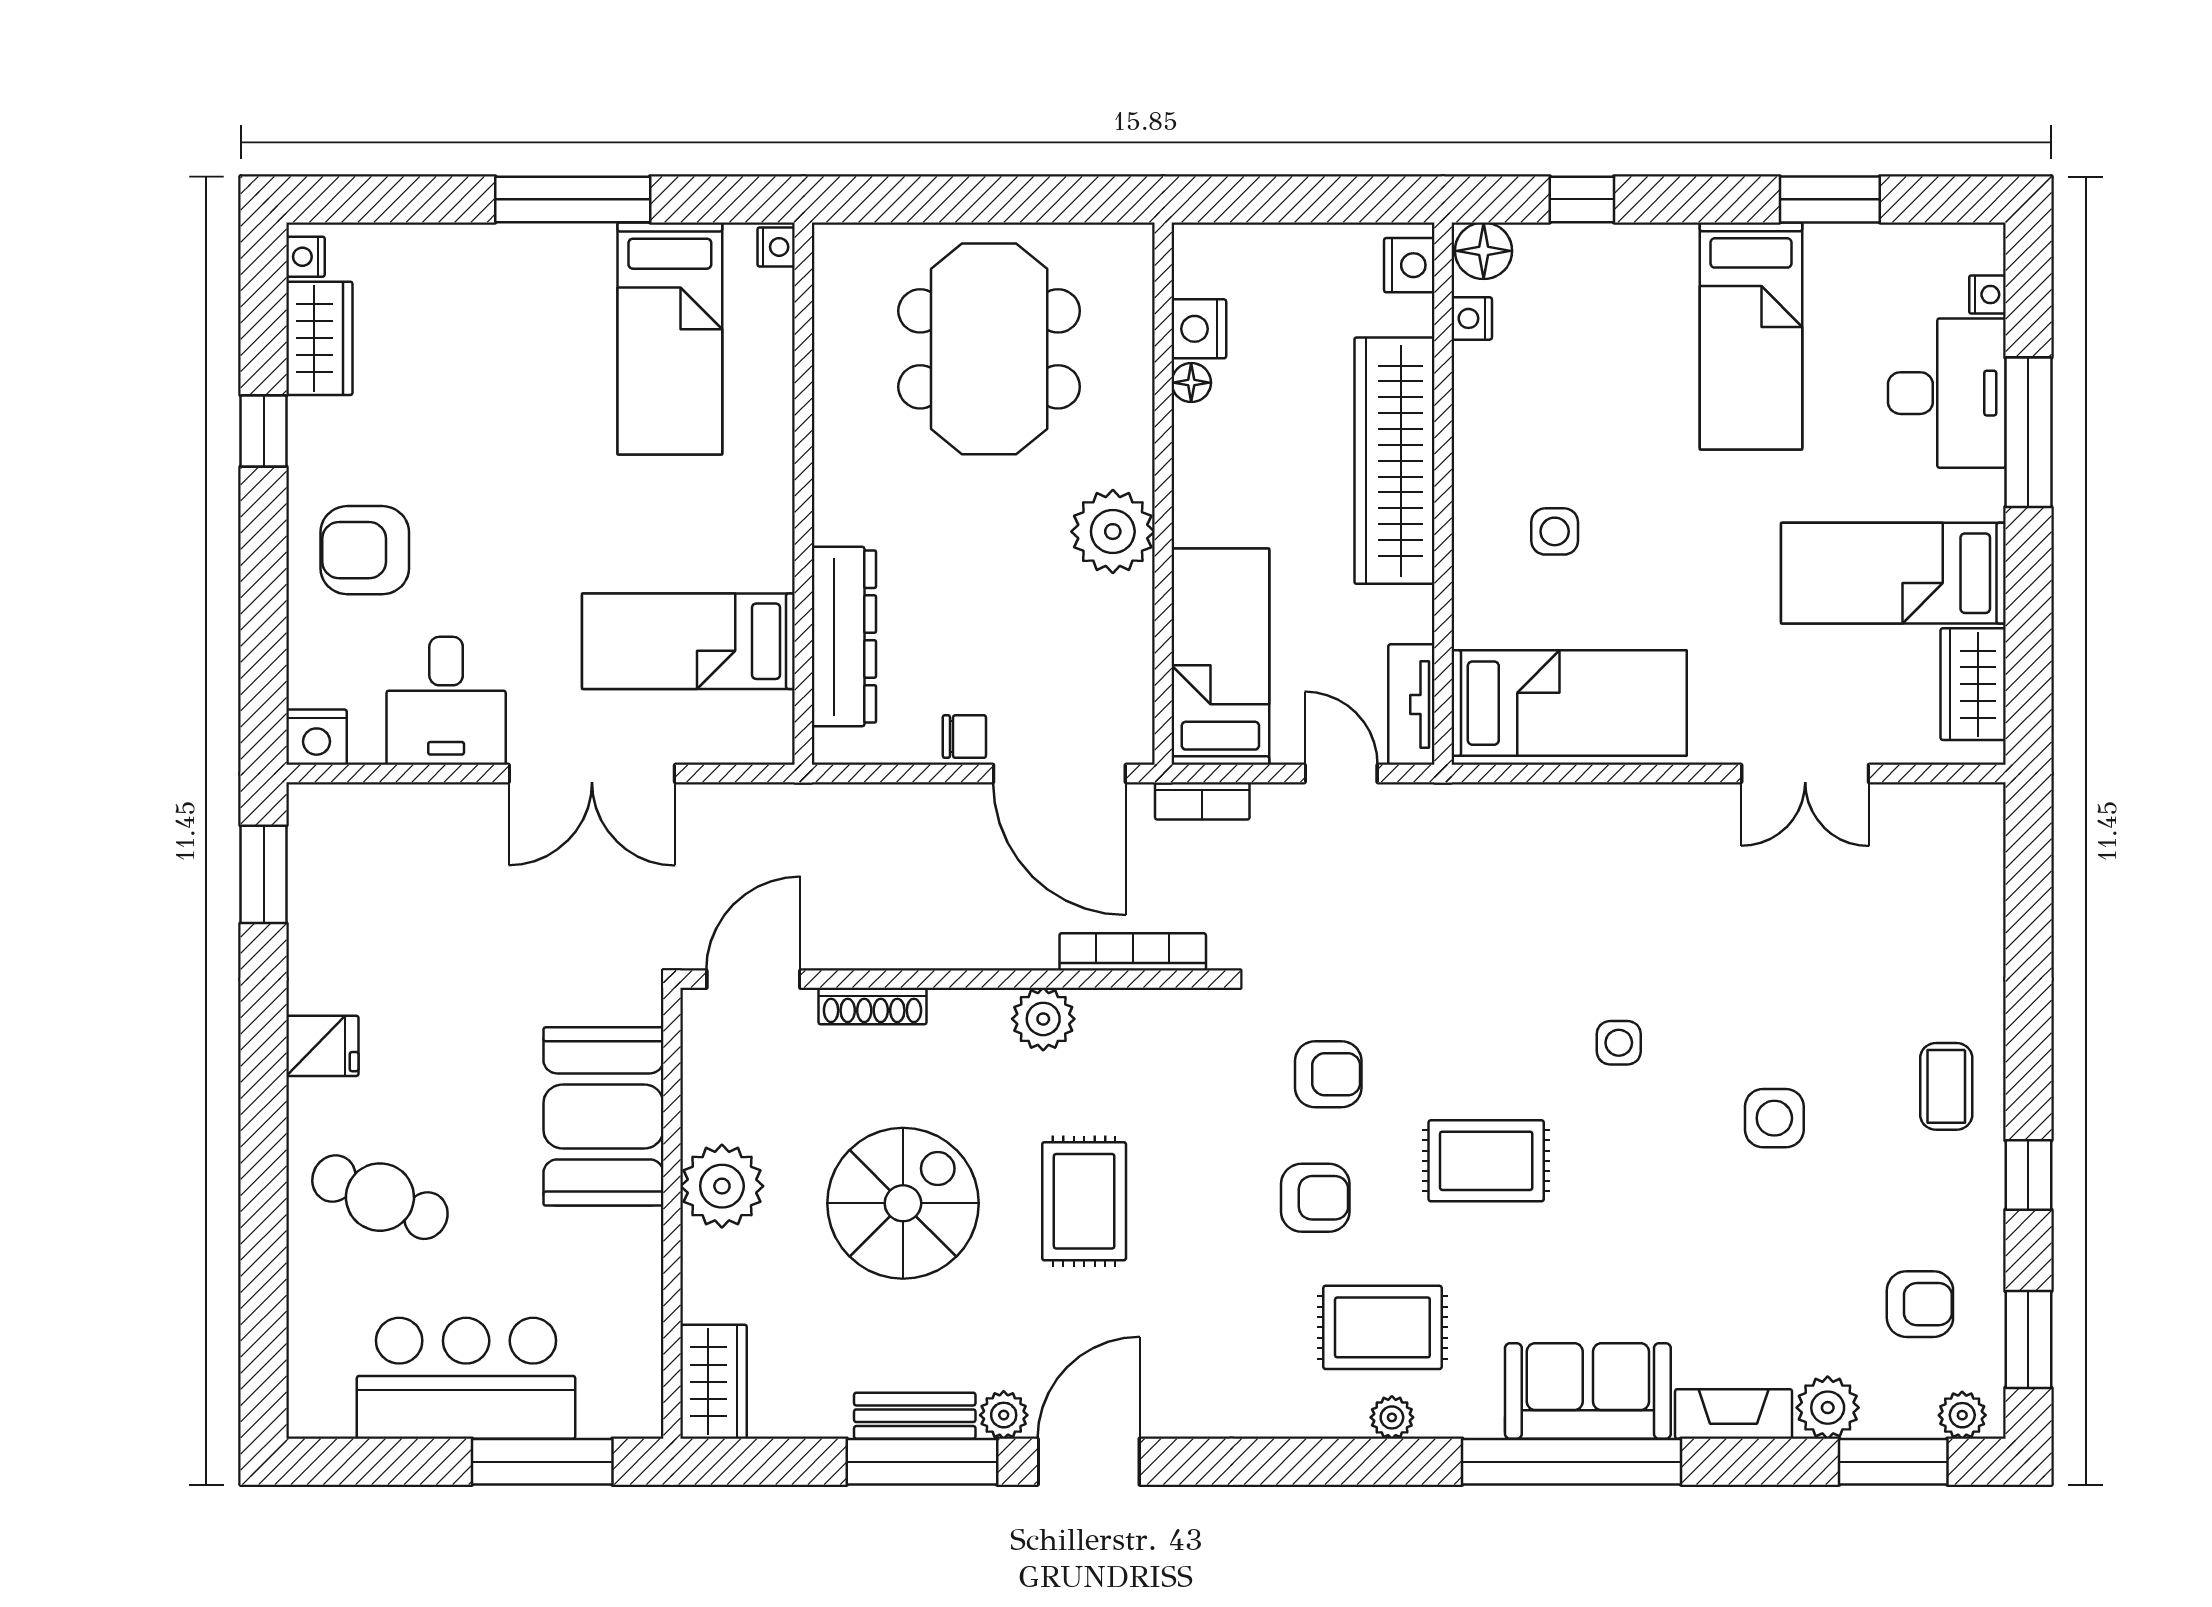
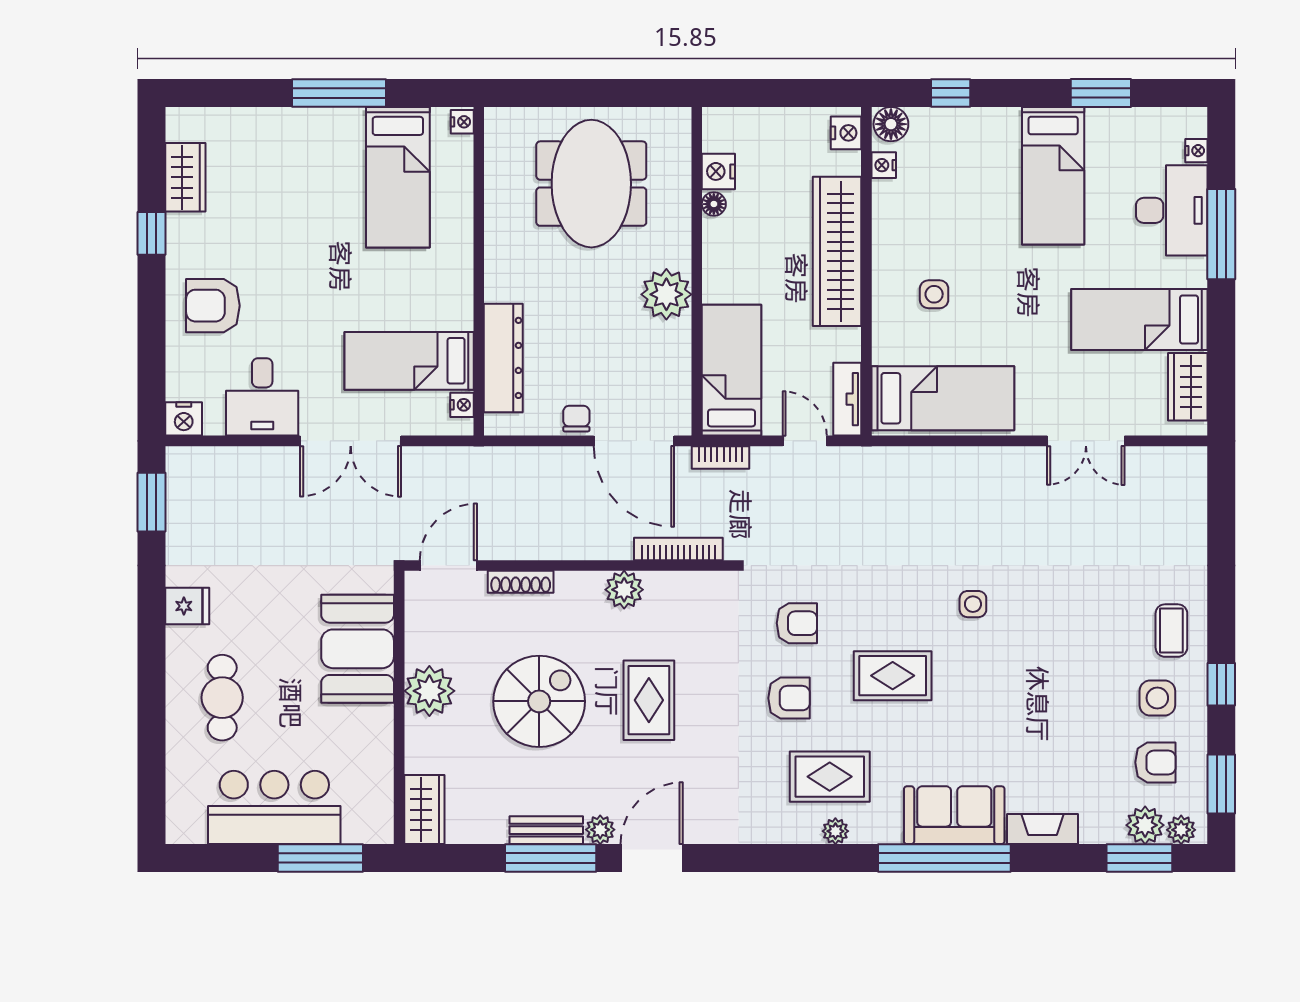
nightstand: (305, 257) -> (462, 405), moved, turned 180
chair: (964, 737) -> (576, 419), turned -90
side table: (1774, 1118) -> (1157, 698), moved
cafe table: (380, 1197) -> (222, 698), turned 68
plant: (1828, 1408) -> (1145, 825), moved

